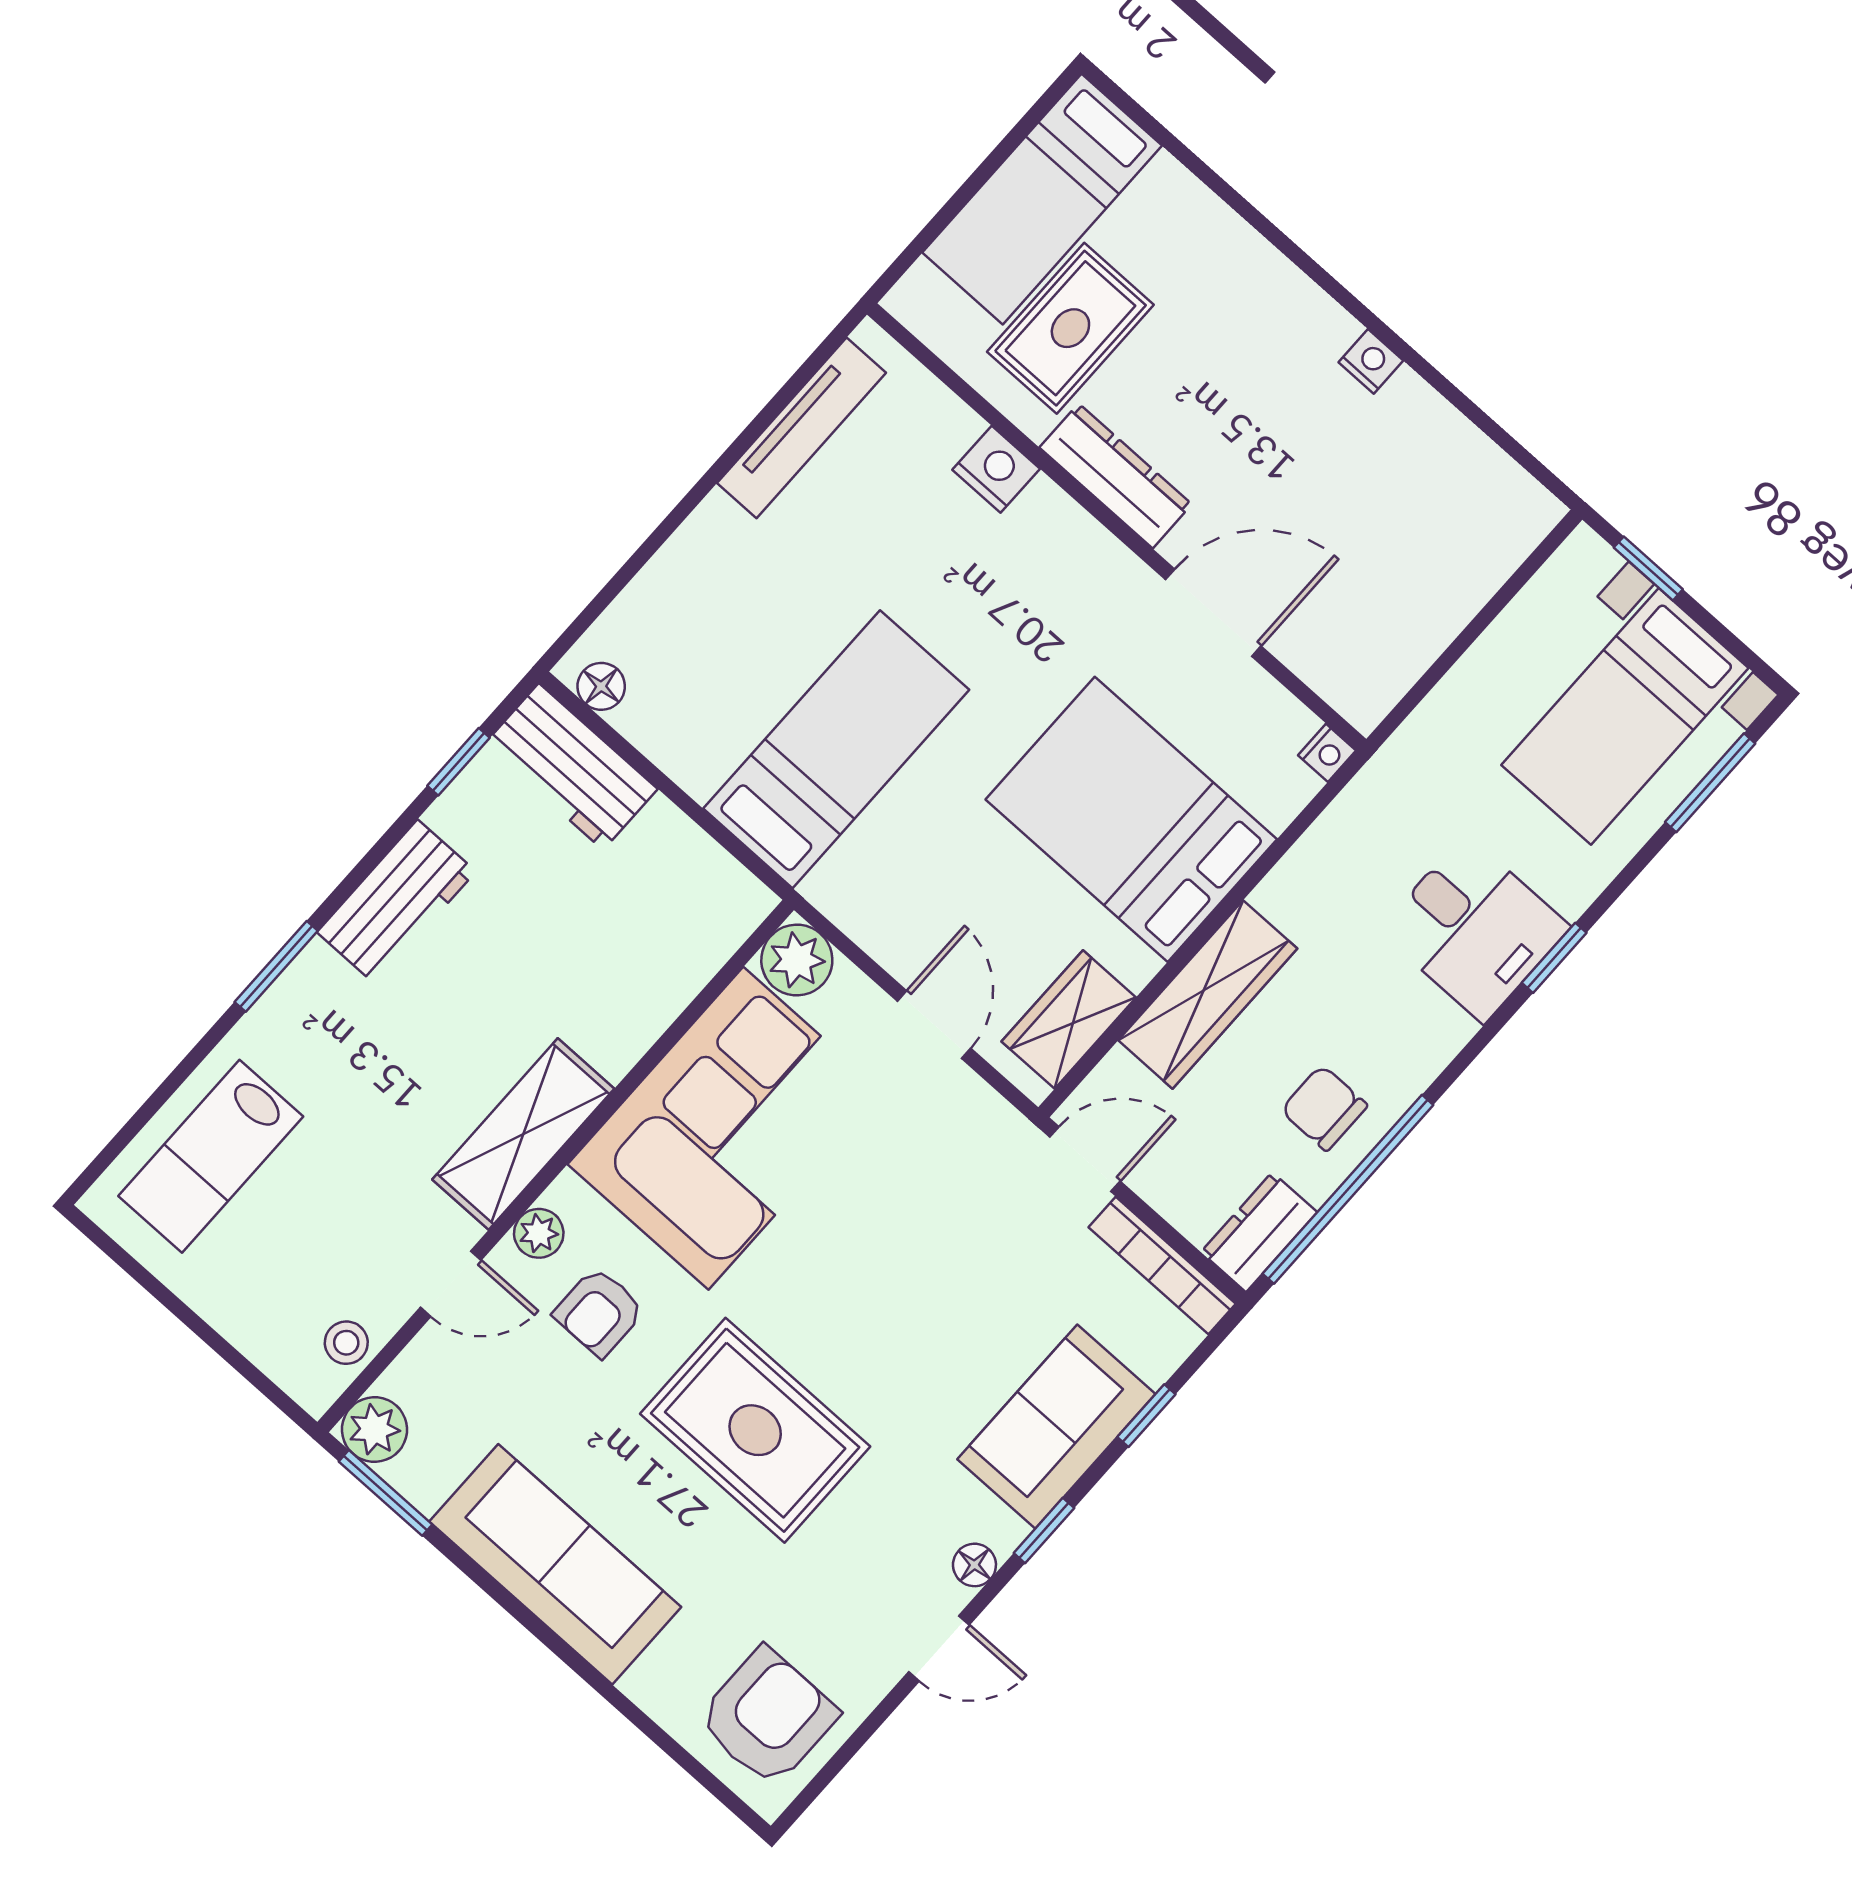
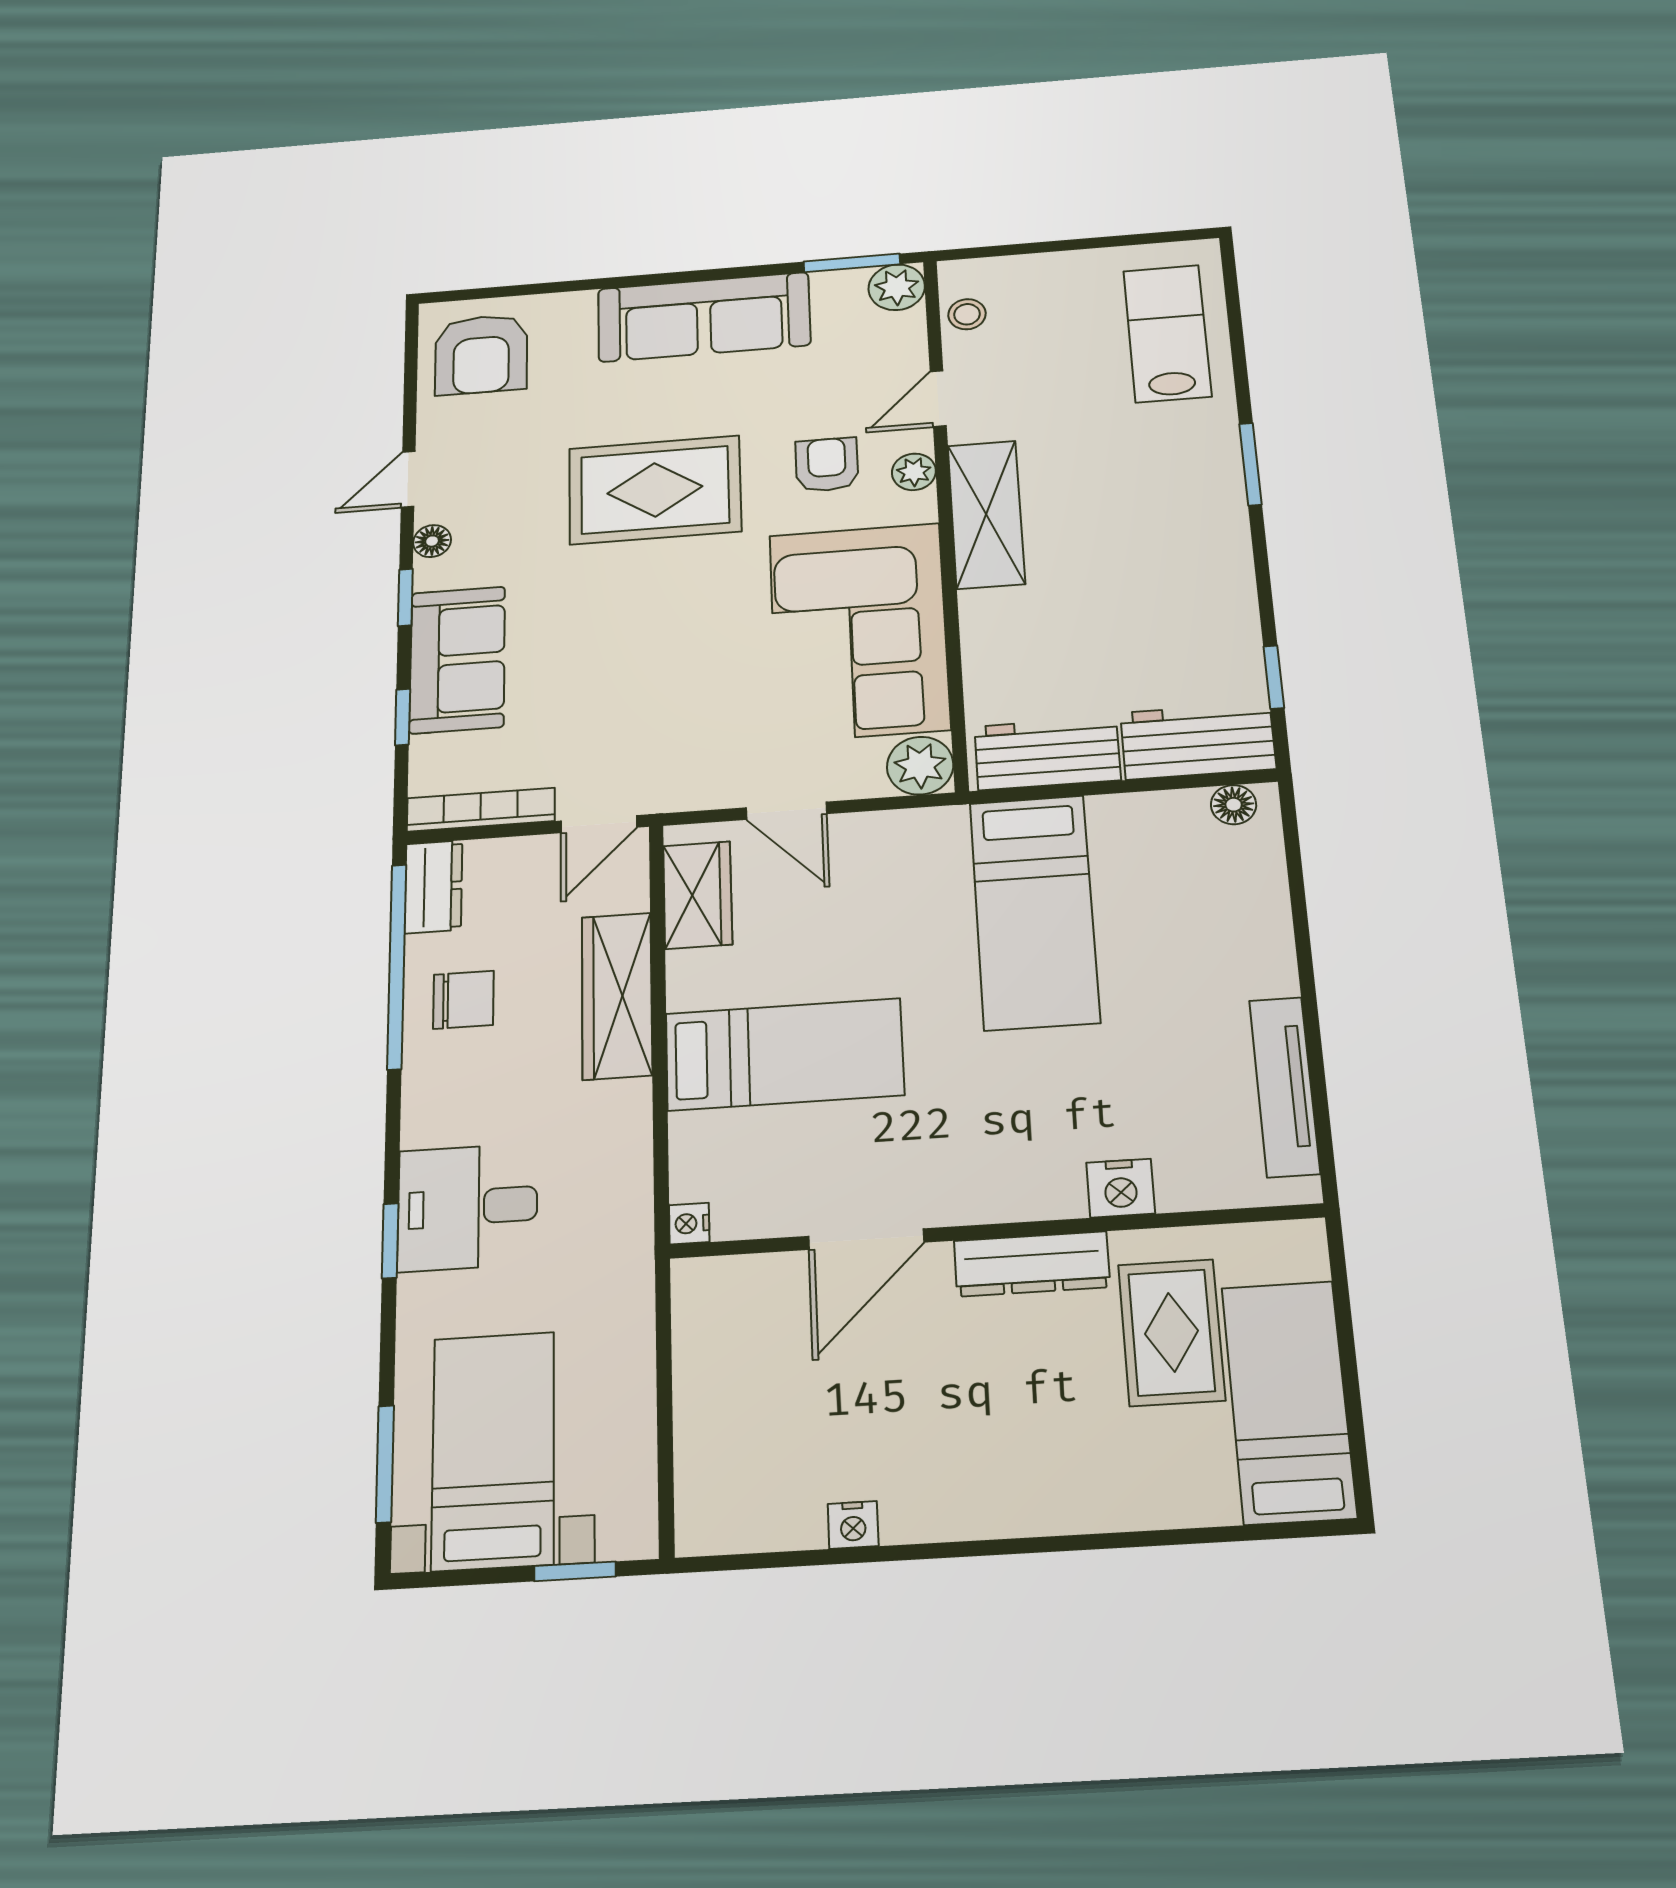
nightstand: (1371, 361) -> (853, 1525), moved
bed: (1131, 819) -> (784, 1054), width x0.67
workbench: (396, 902) -> (1047, 753), moved, turned 90

